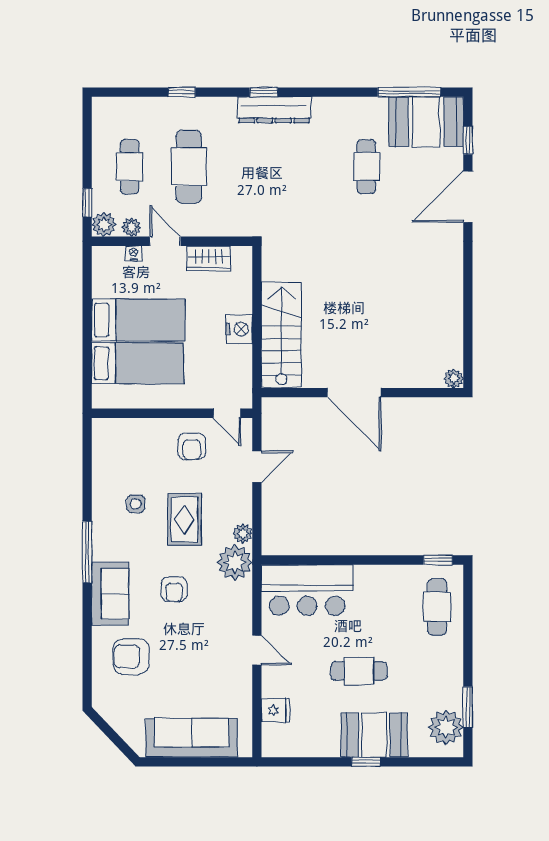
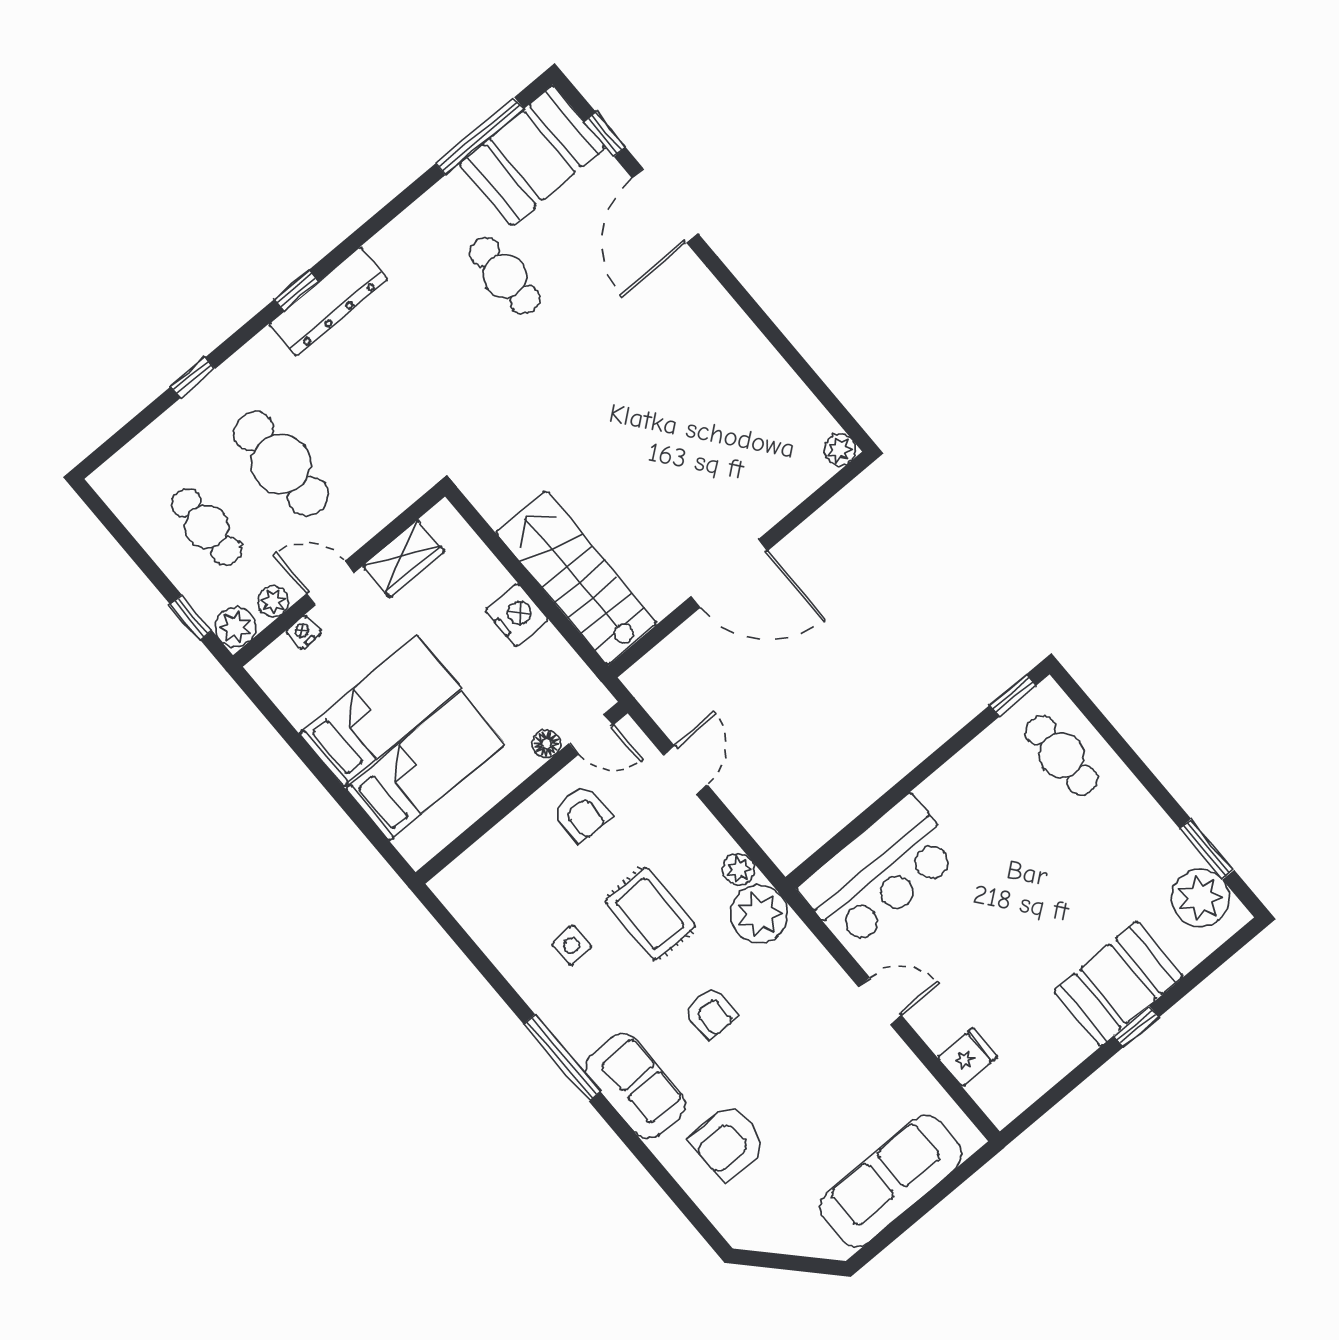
floor lamp: (203, 400) -> (546, 744), added
cafe table: (359, 671) -> (1031, 919), removed

